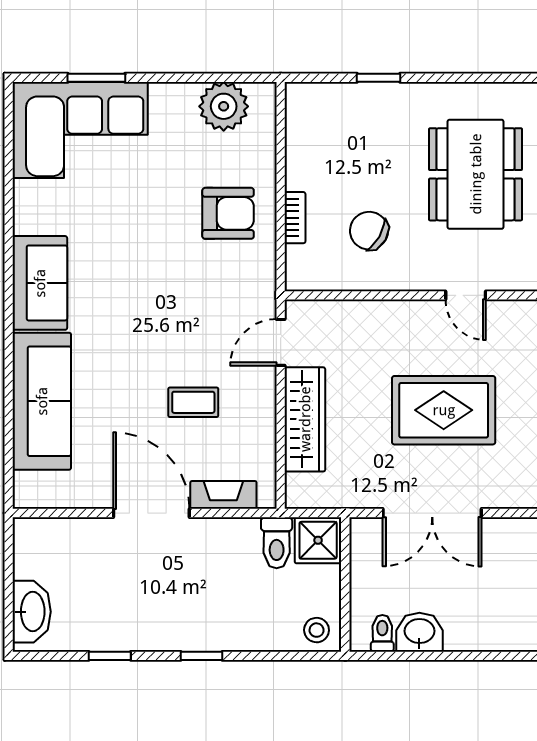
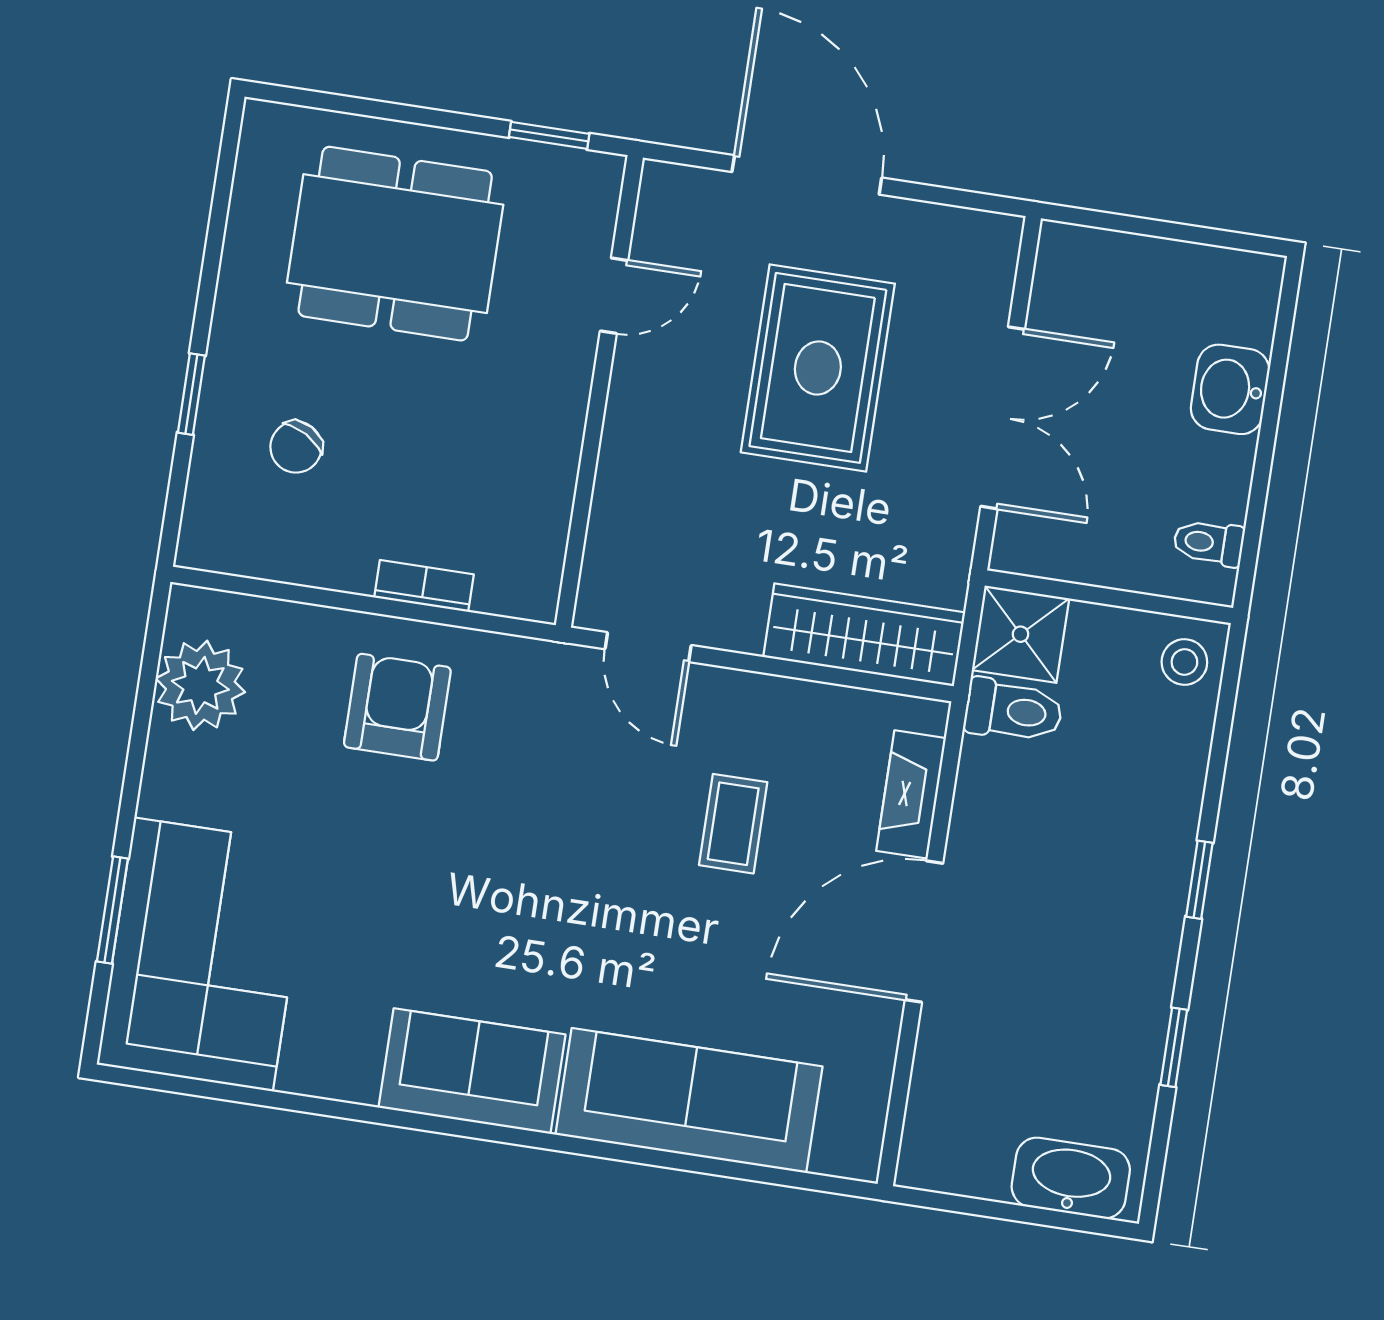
chair: (369, 231) -> (296, 447), moved, width x0.73, depth x0.73
wardrobe: (305, 419) -> (864, 635), moved
washbasin: (419, 632) -> (1230, 389), moved

